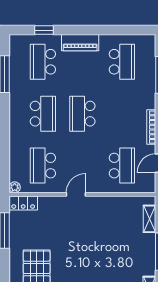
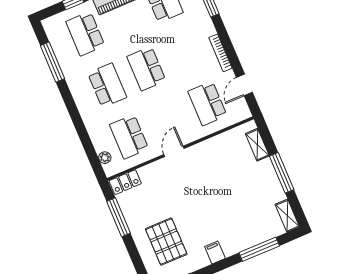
school desk: (122, 166) -> (207, 103), turned 180
plant: (15, 187) -> (105, 158), moved

